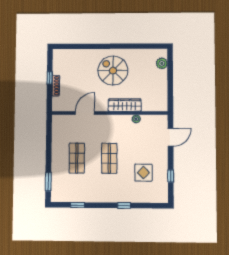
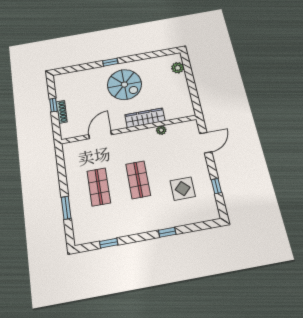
window: (104, 46) -> (110, 62), added
spiral stairs: (113, 71) -> (124, 85), turned 180
window: (48, 182) -> (66, 208), moved

